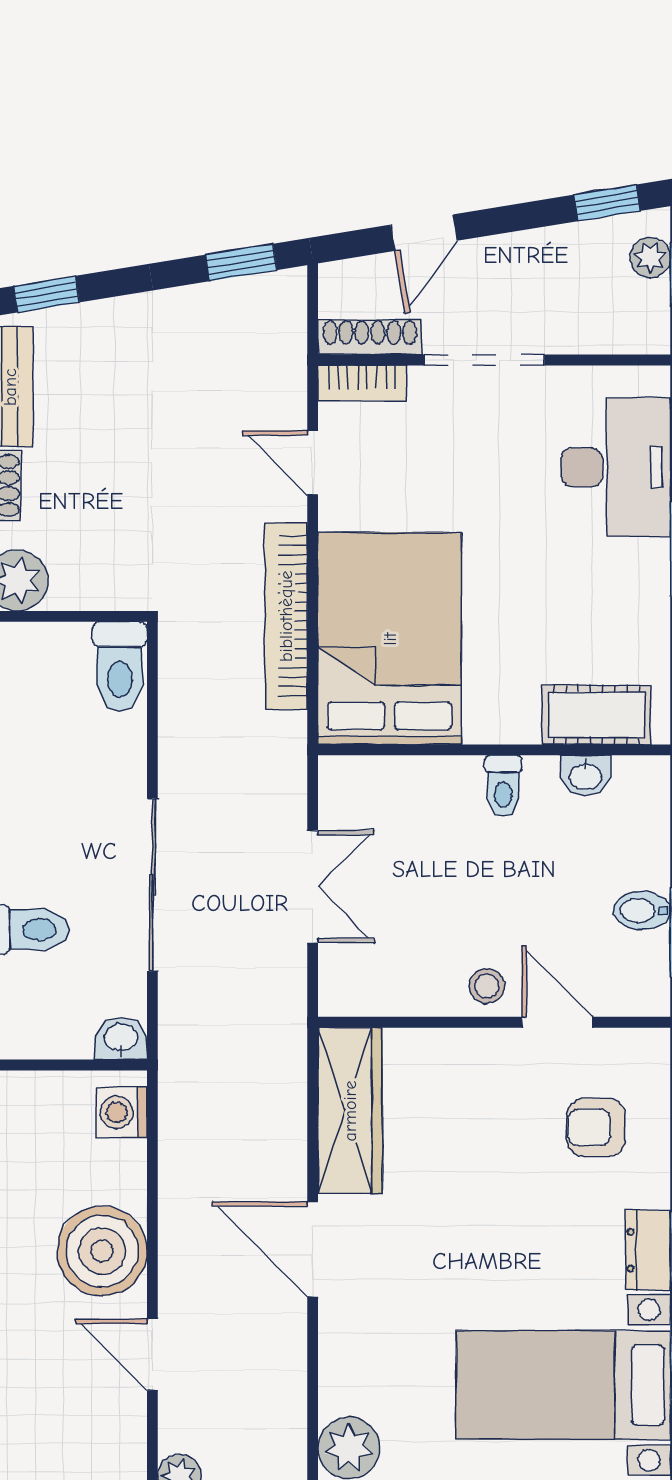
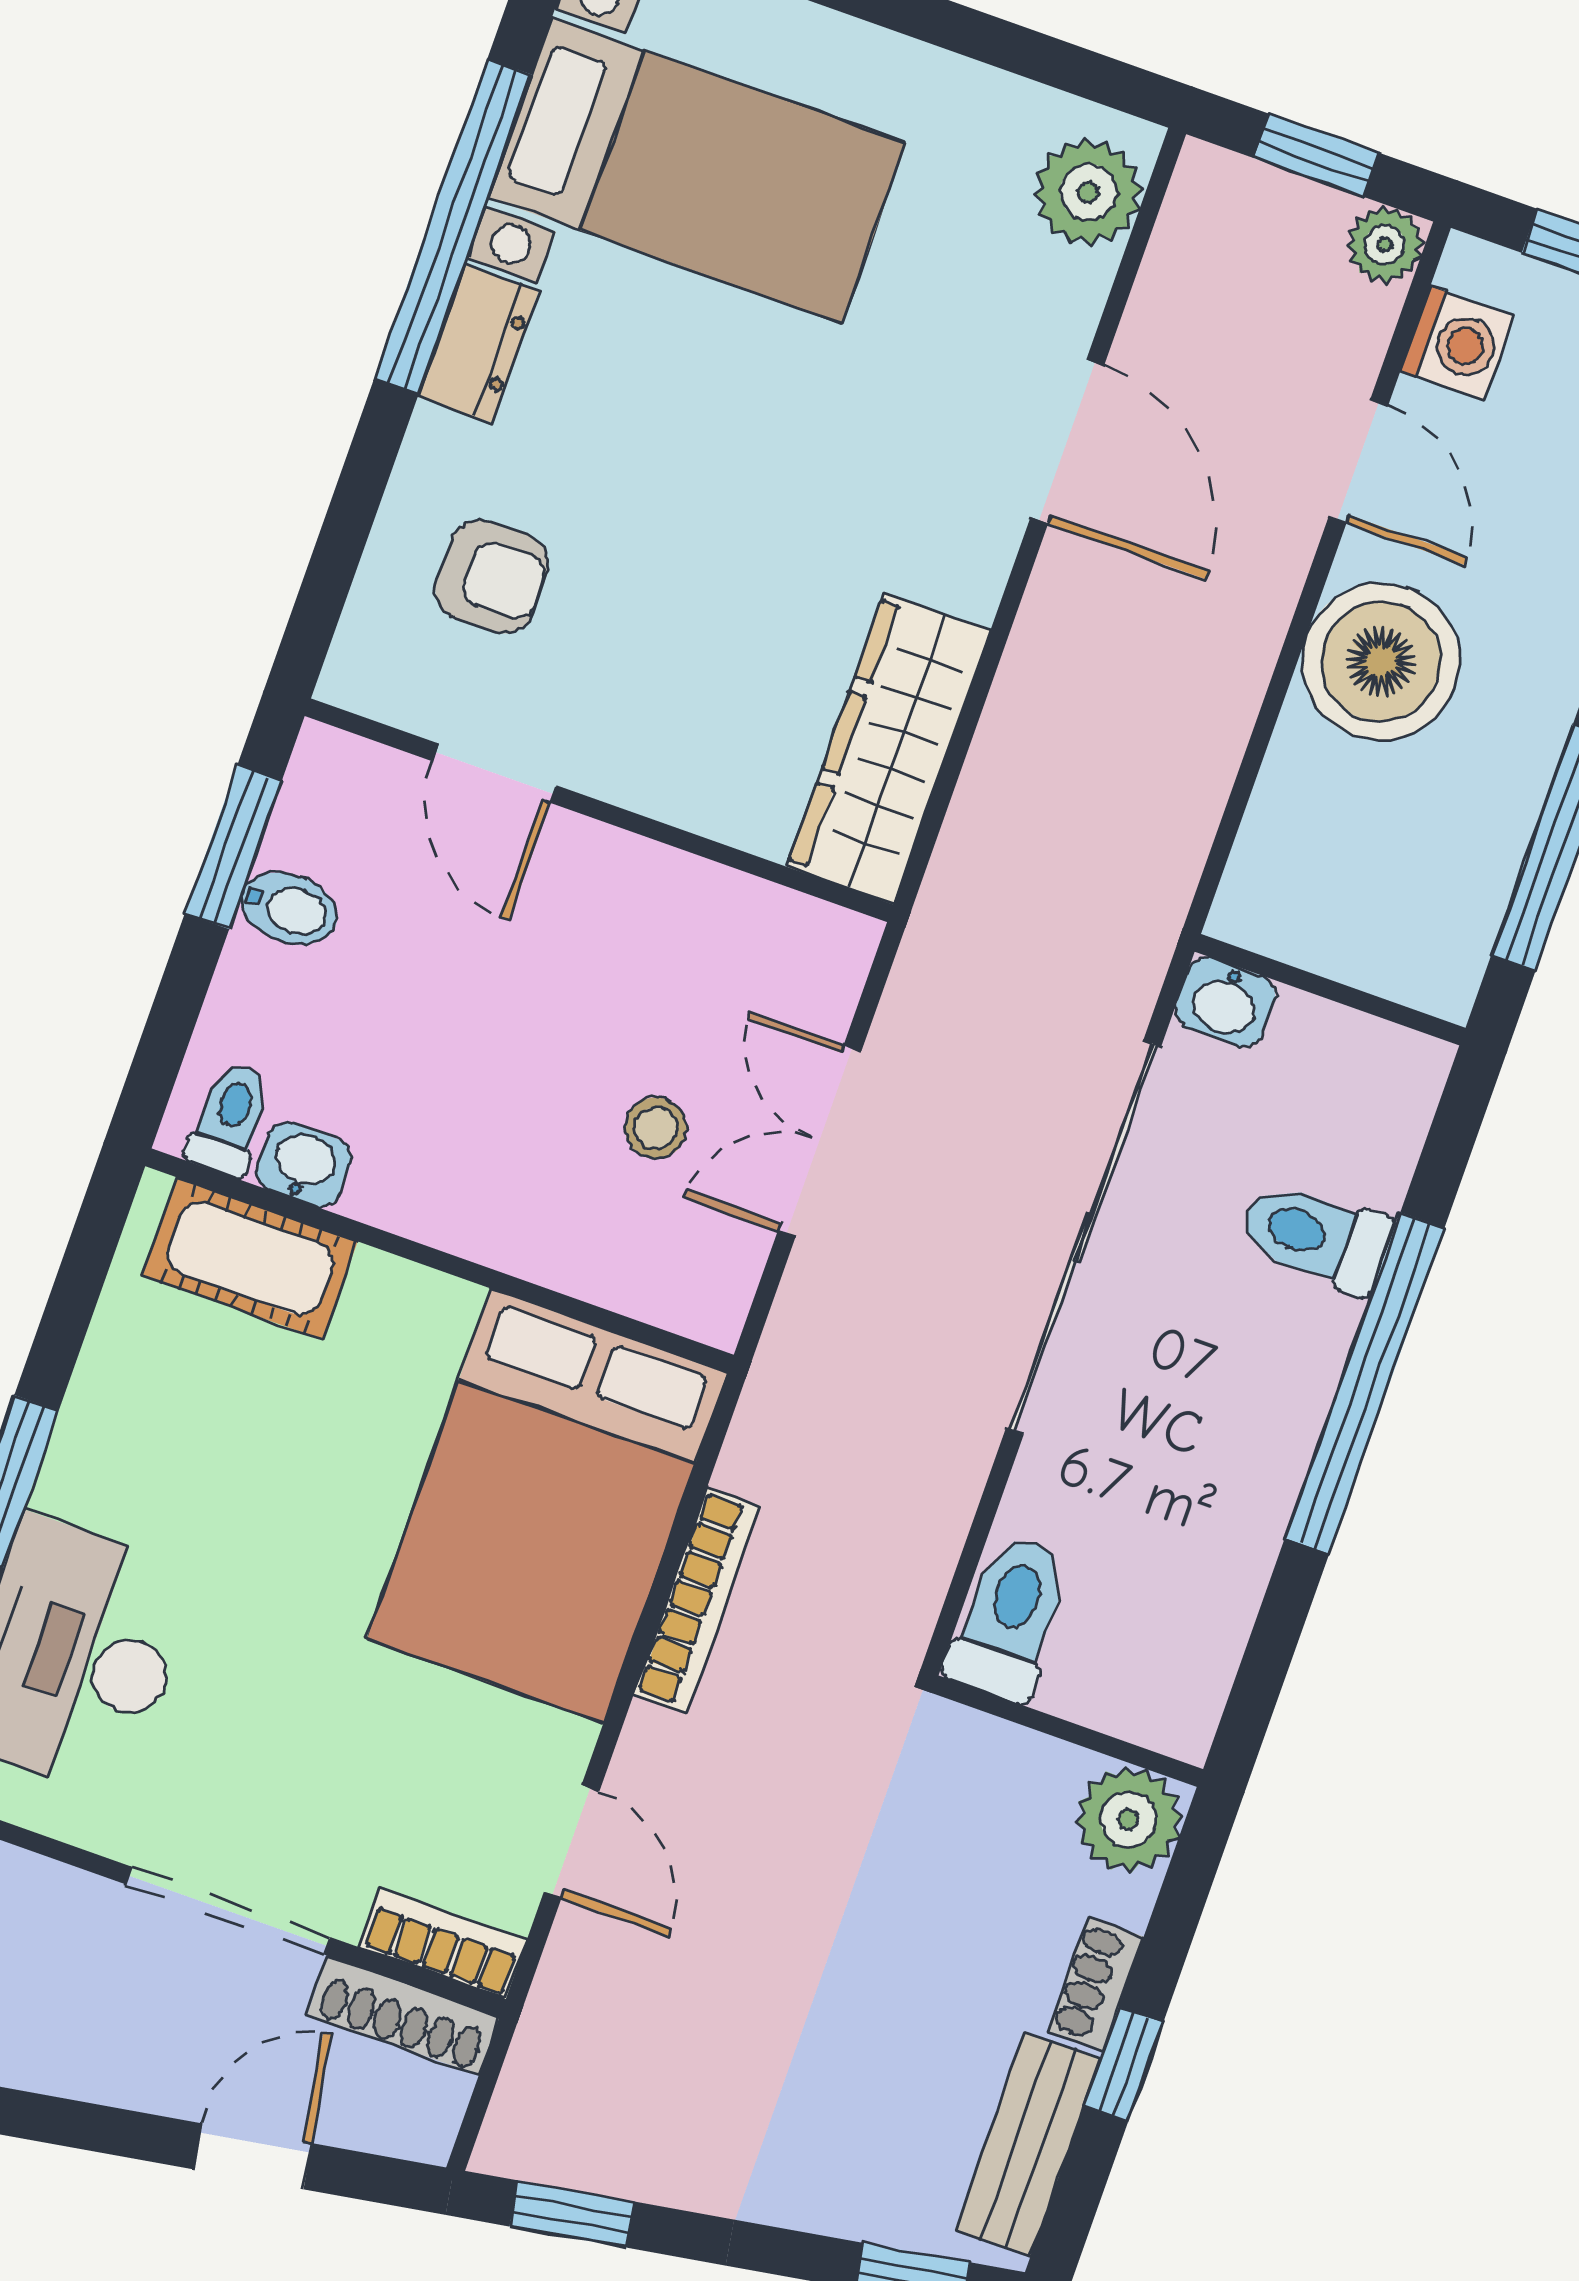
bookcase: (286, 616) -> (697, 1600), width x0.68, depth x0.76
toilet: (503, 786) -> (230, 1119), moved
sliding door: (152, 885) -> (1083, 1237), width x1.36
stool: (487, 986) -> (656, 1128), moved
washing machine: (122, 1112) -> (1457, 343), moved
door: (313, 1249) -> (1067, 442), moved

